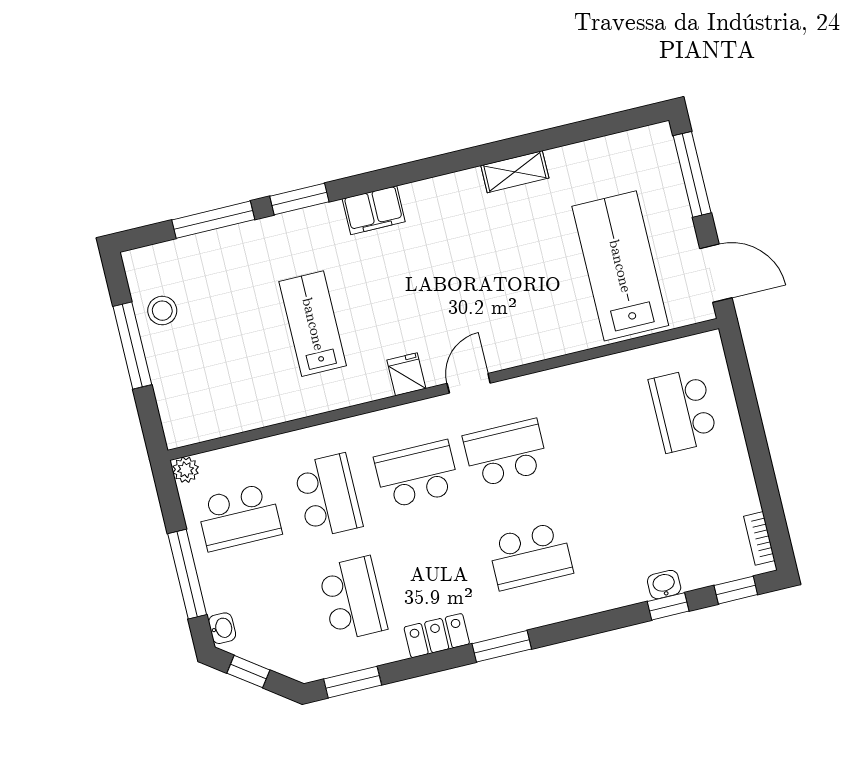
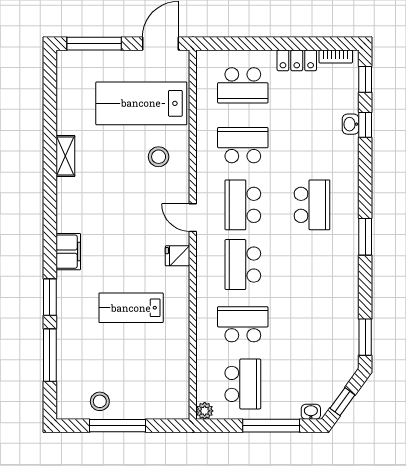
stool: (547, 311) -> (159, 157), added
school desk: (353, 599) -> (243, 145), moved
locker: (437, 636) -> (297, 60), moved, turned -90

